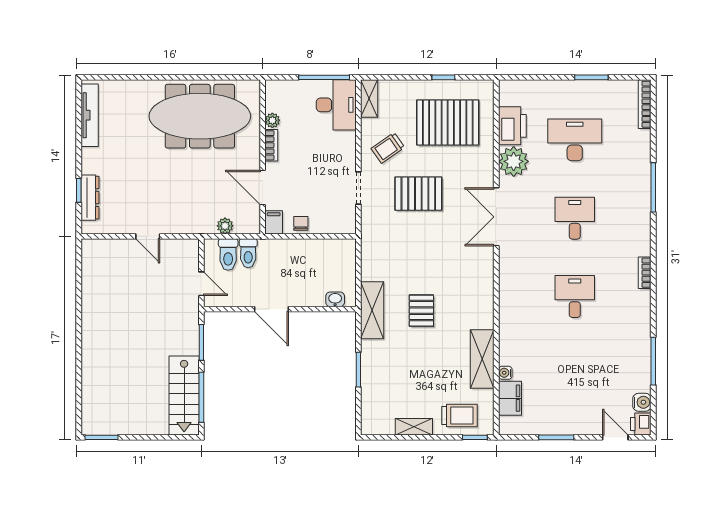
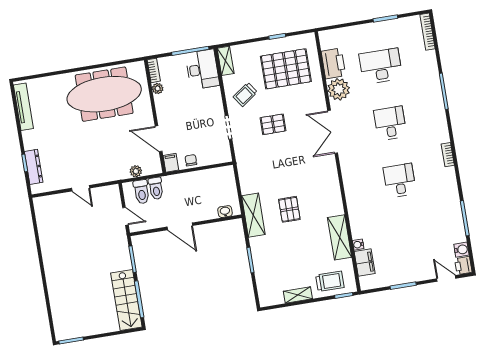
bookcase: (271, 145) -> (154, 70), moved
pallet: (418, 194) -> (273, 124), width x0.67, depth x0.71

